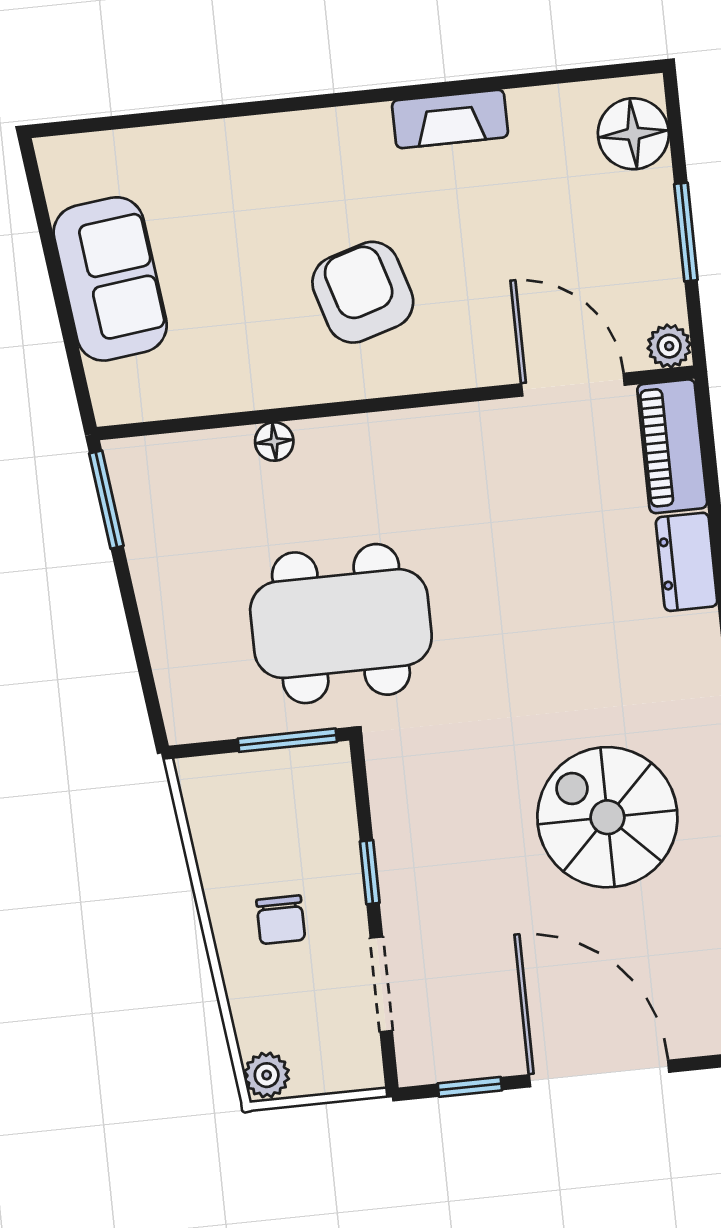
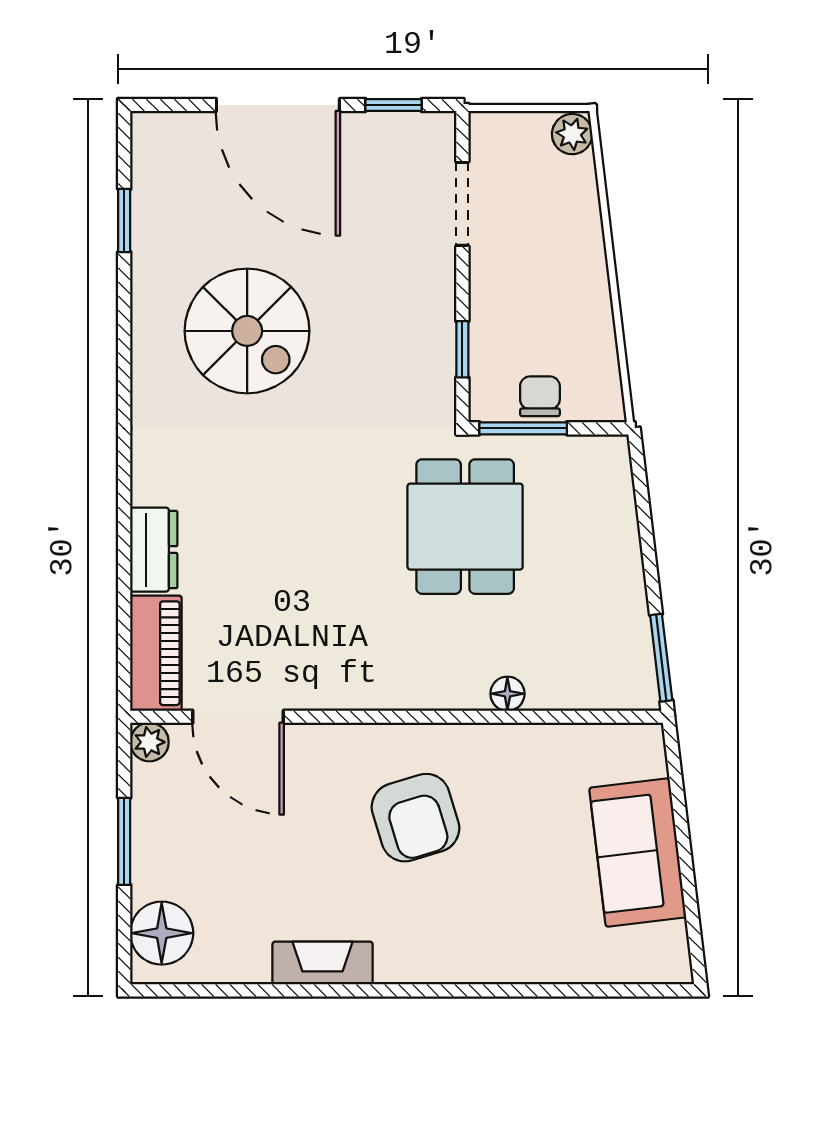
dining table: (341, 624) -> (465, 527), width x0.73
window: (370, 872) -> (462, 349), moved
chair: (281, 920) -> (540, 396), moved

